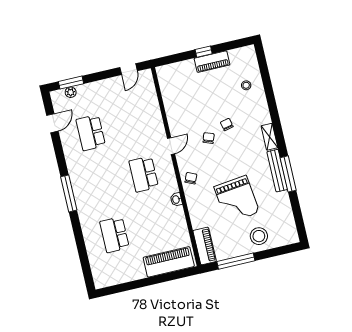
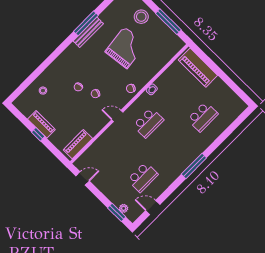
shelving: (269, 137) -> (68, 52), removed
piano: (205, 246) -> (78, 144), moved

